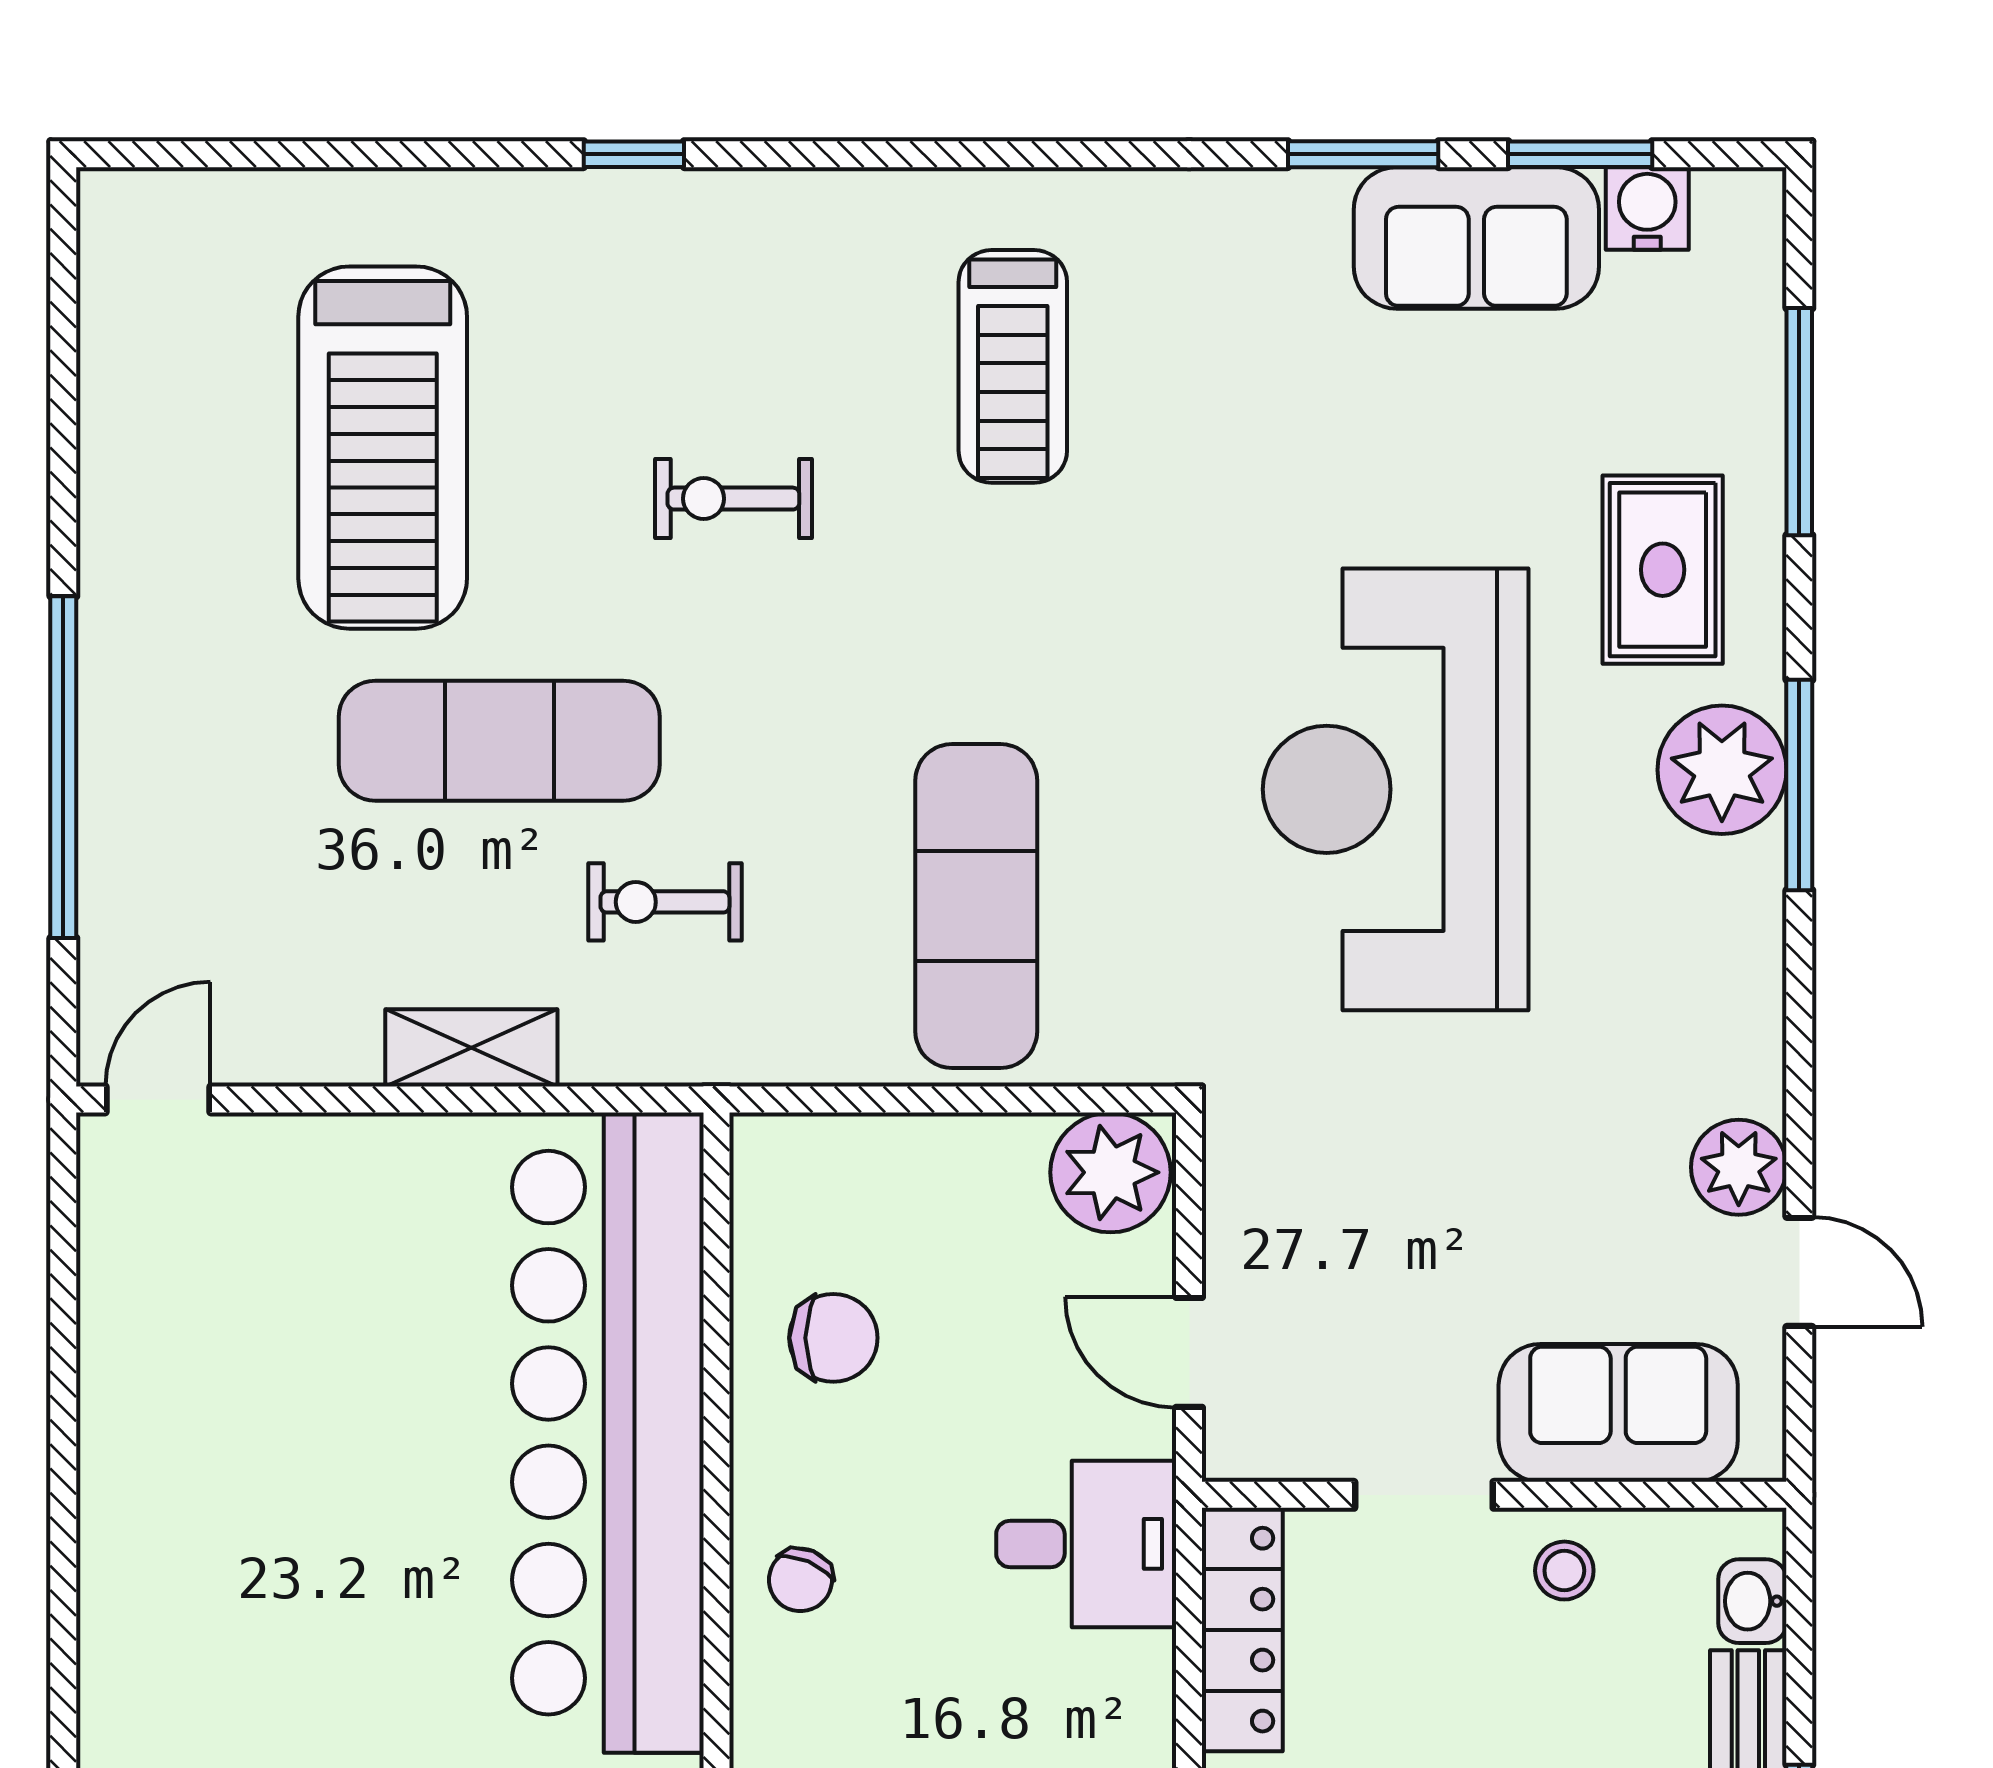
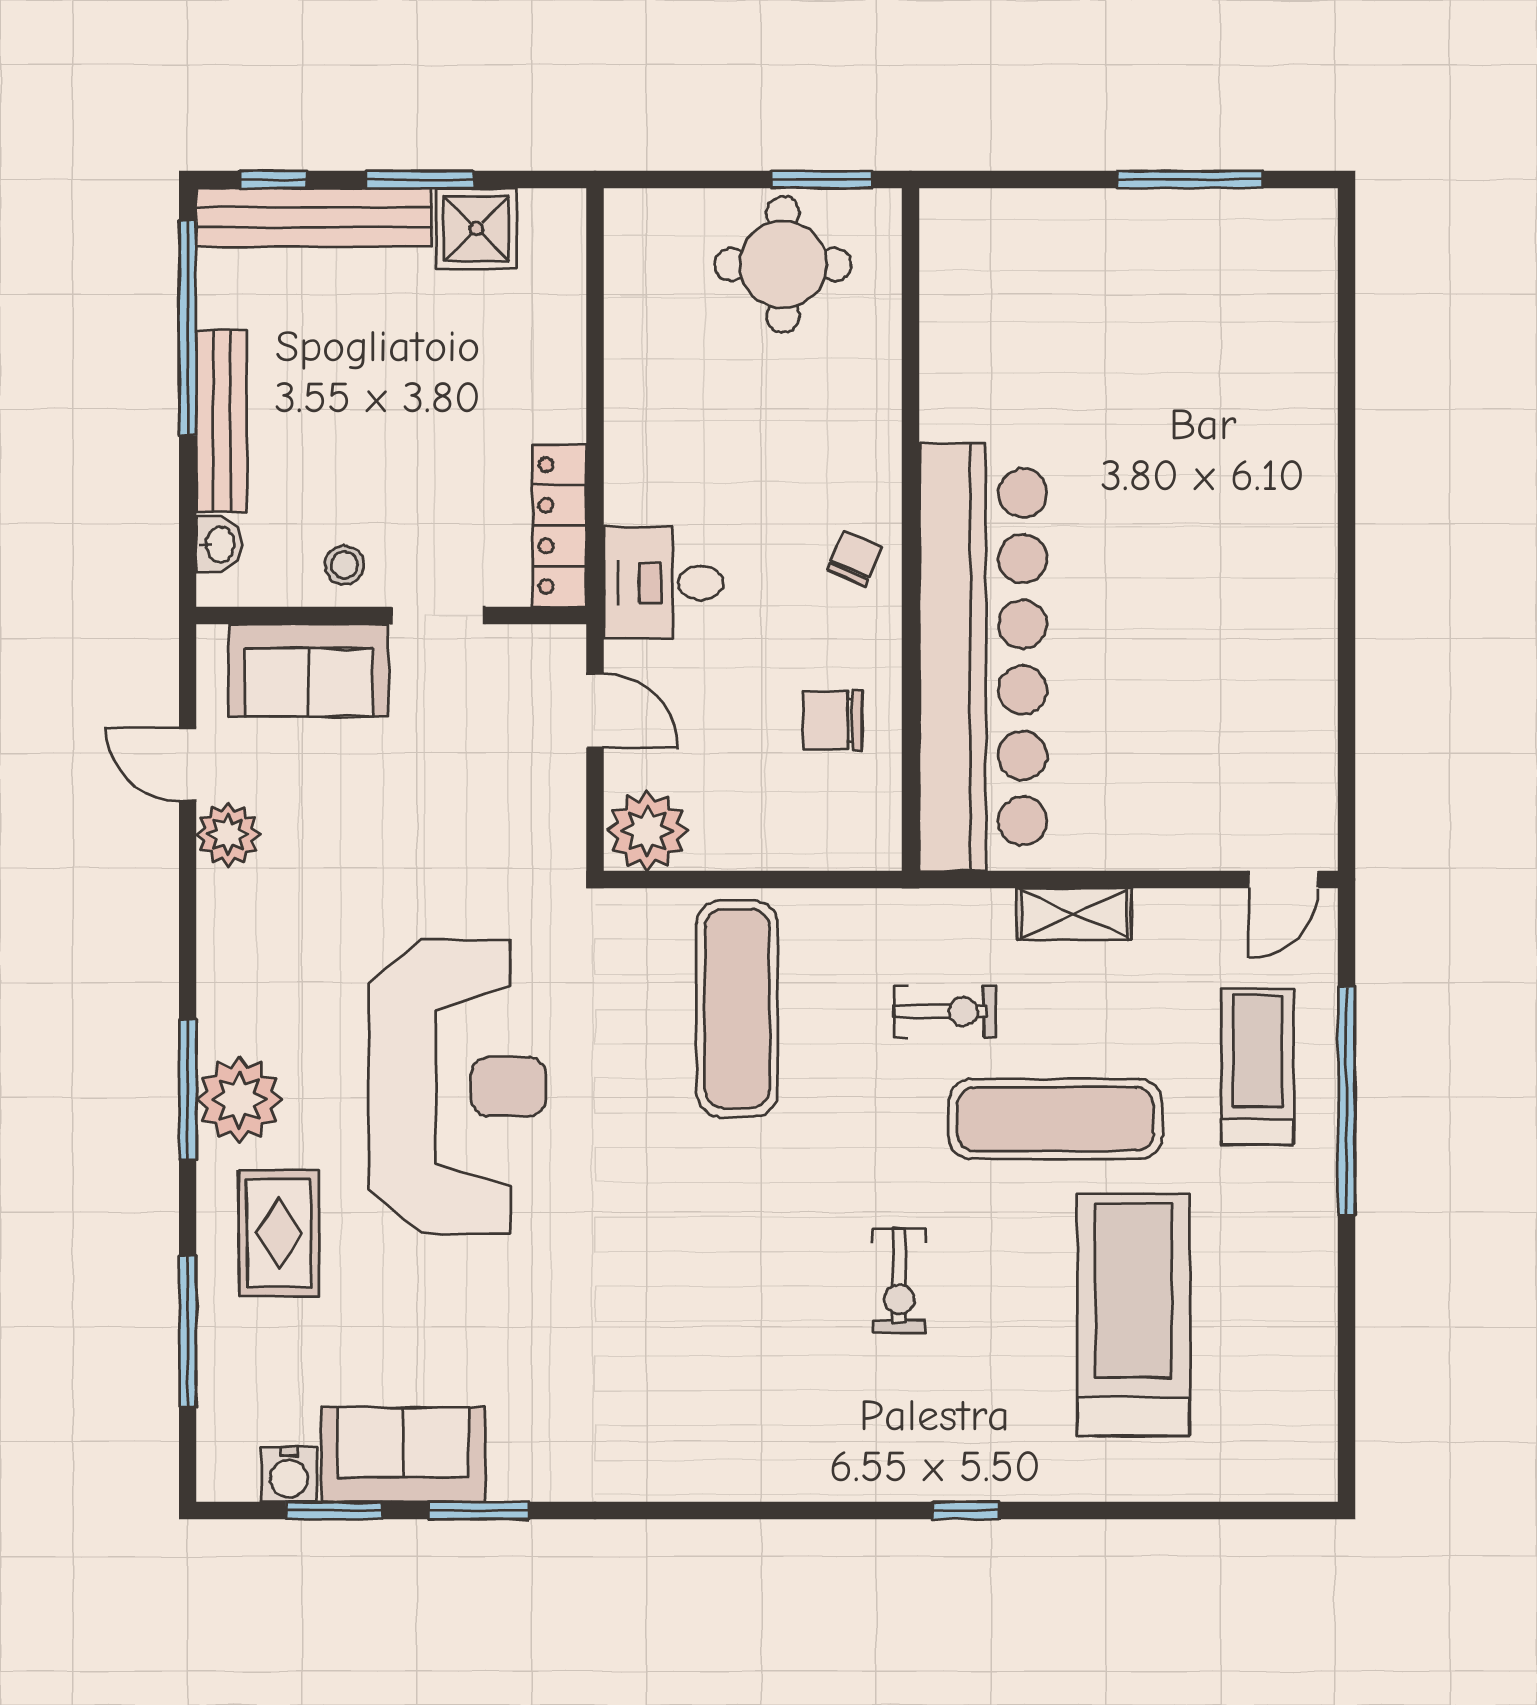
treadmill: (1013, 366) -> (1258, 1067), moved
exercise bike: (733, 499) -> (899, 1281), turned 90

